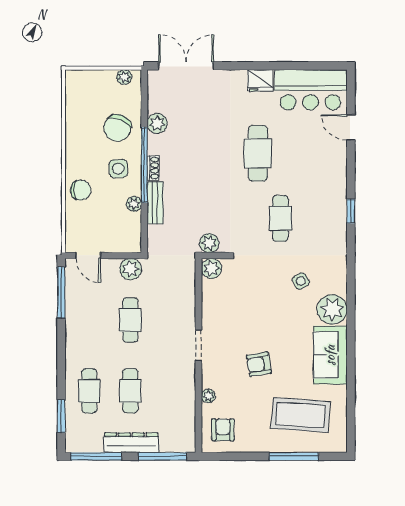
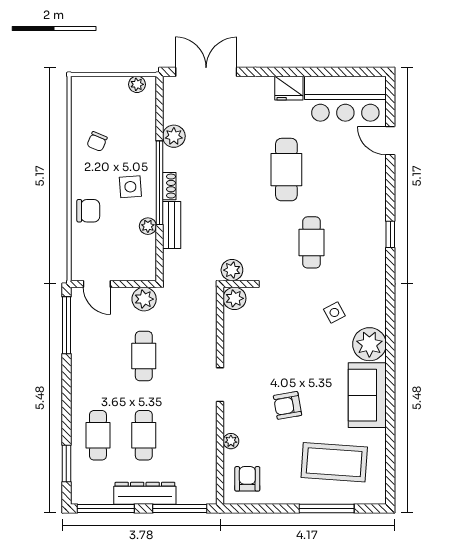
chair: (117, 128) -> (97, 141), moved, width x0.54, depth x0.54

